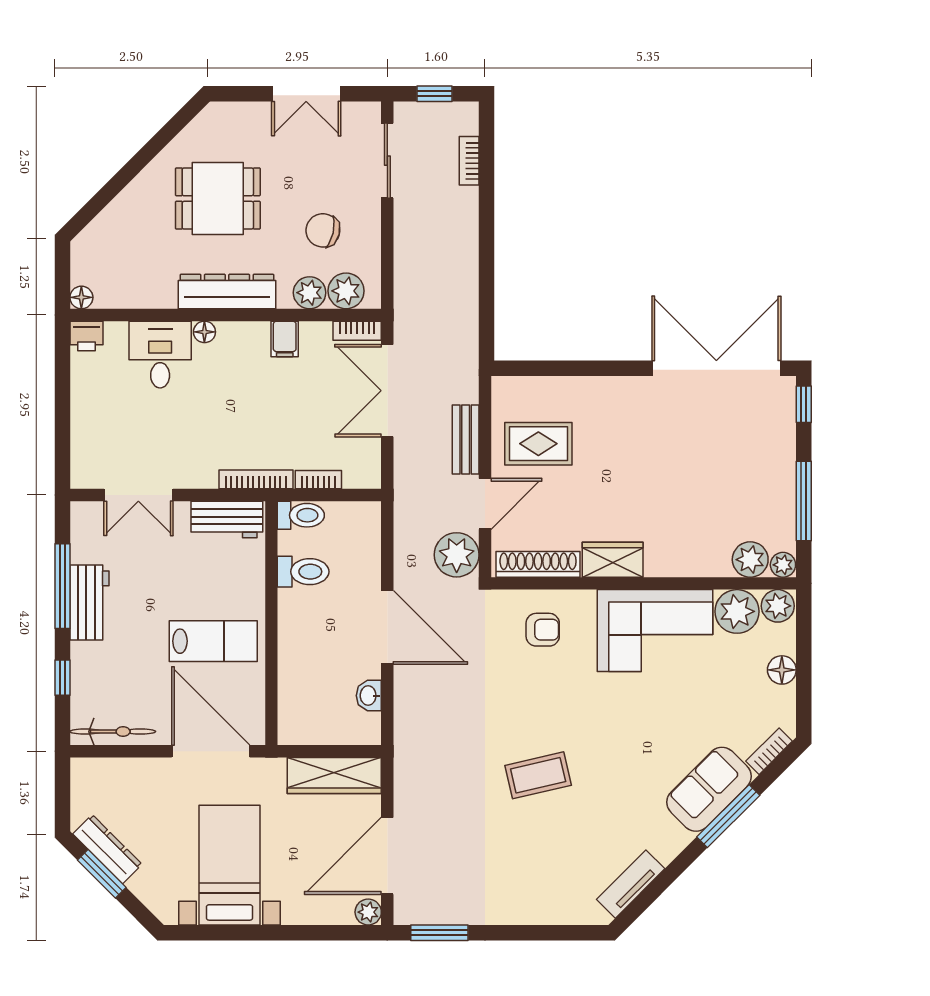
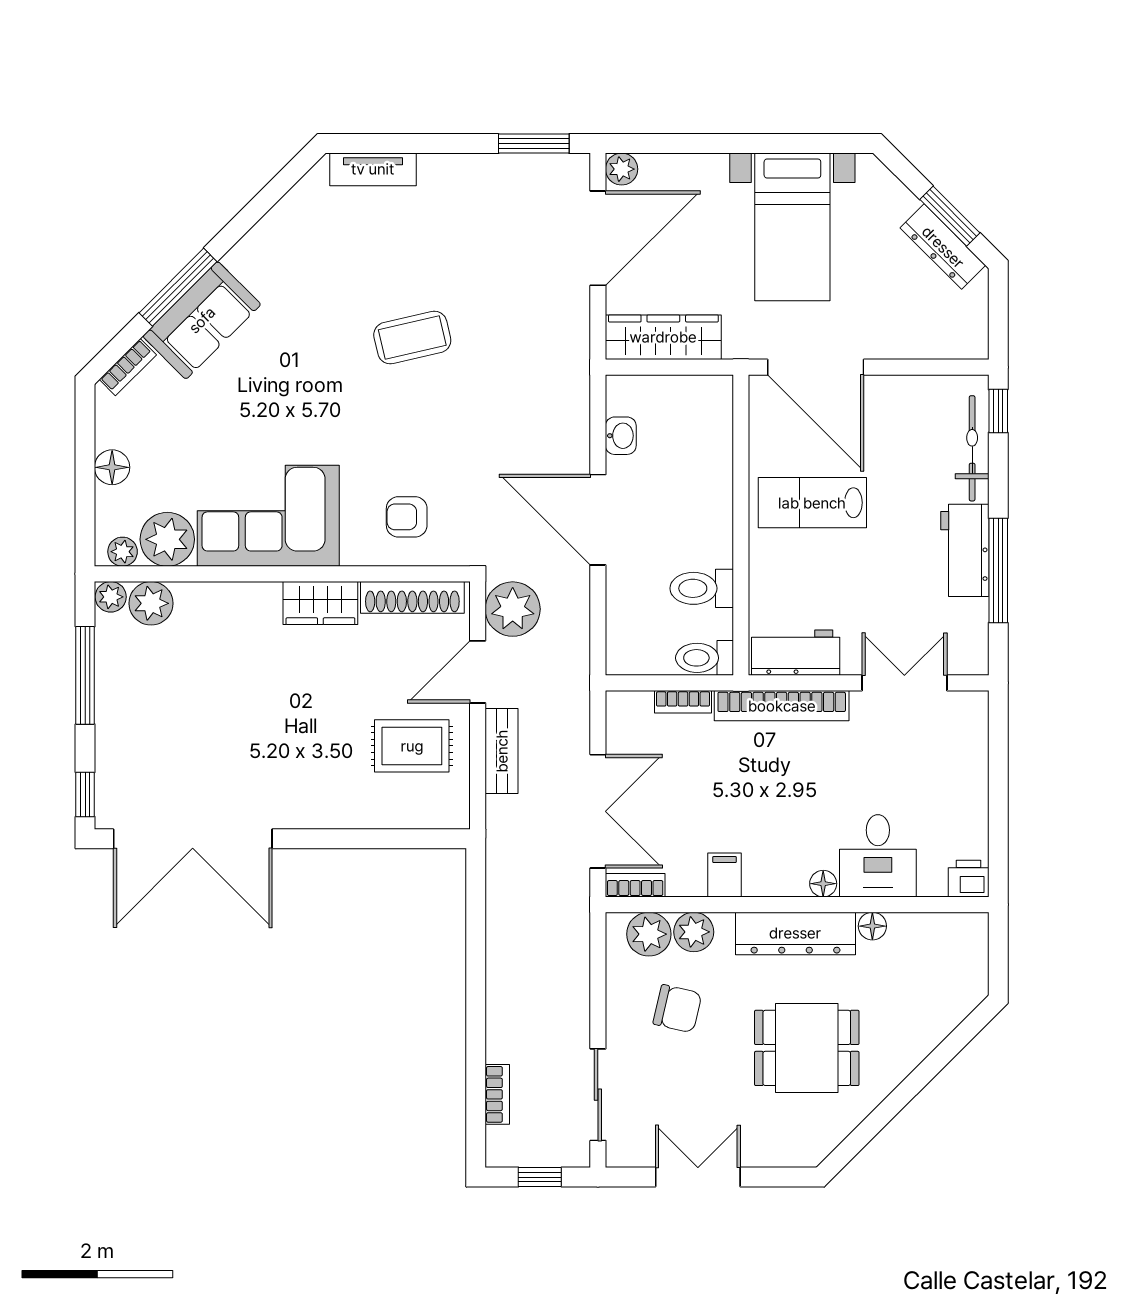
floor lamp: (81, 297) -> (872, 926), moved
bookcase: (256, 479) -> (782, 706), width x1.48, depth x1.31
plant: (778, 606) -> (123, 552), width x0.73, depth x0.73
window: (62, 678) -> (998, 411), moved
bicycle: (113, 732) -> (972, 448), moved, turned 90
tv unit: (631, 884) -> (373, 169), moved, turned 45

